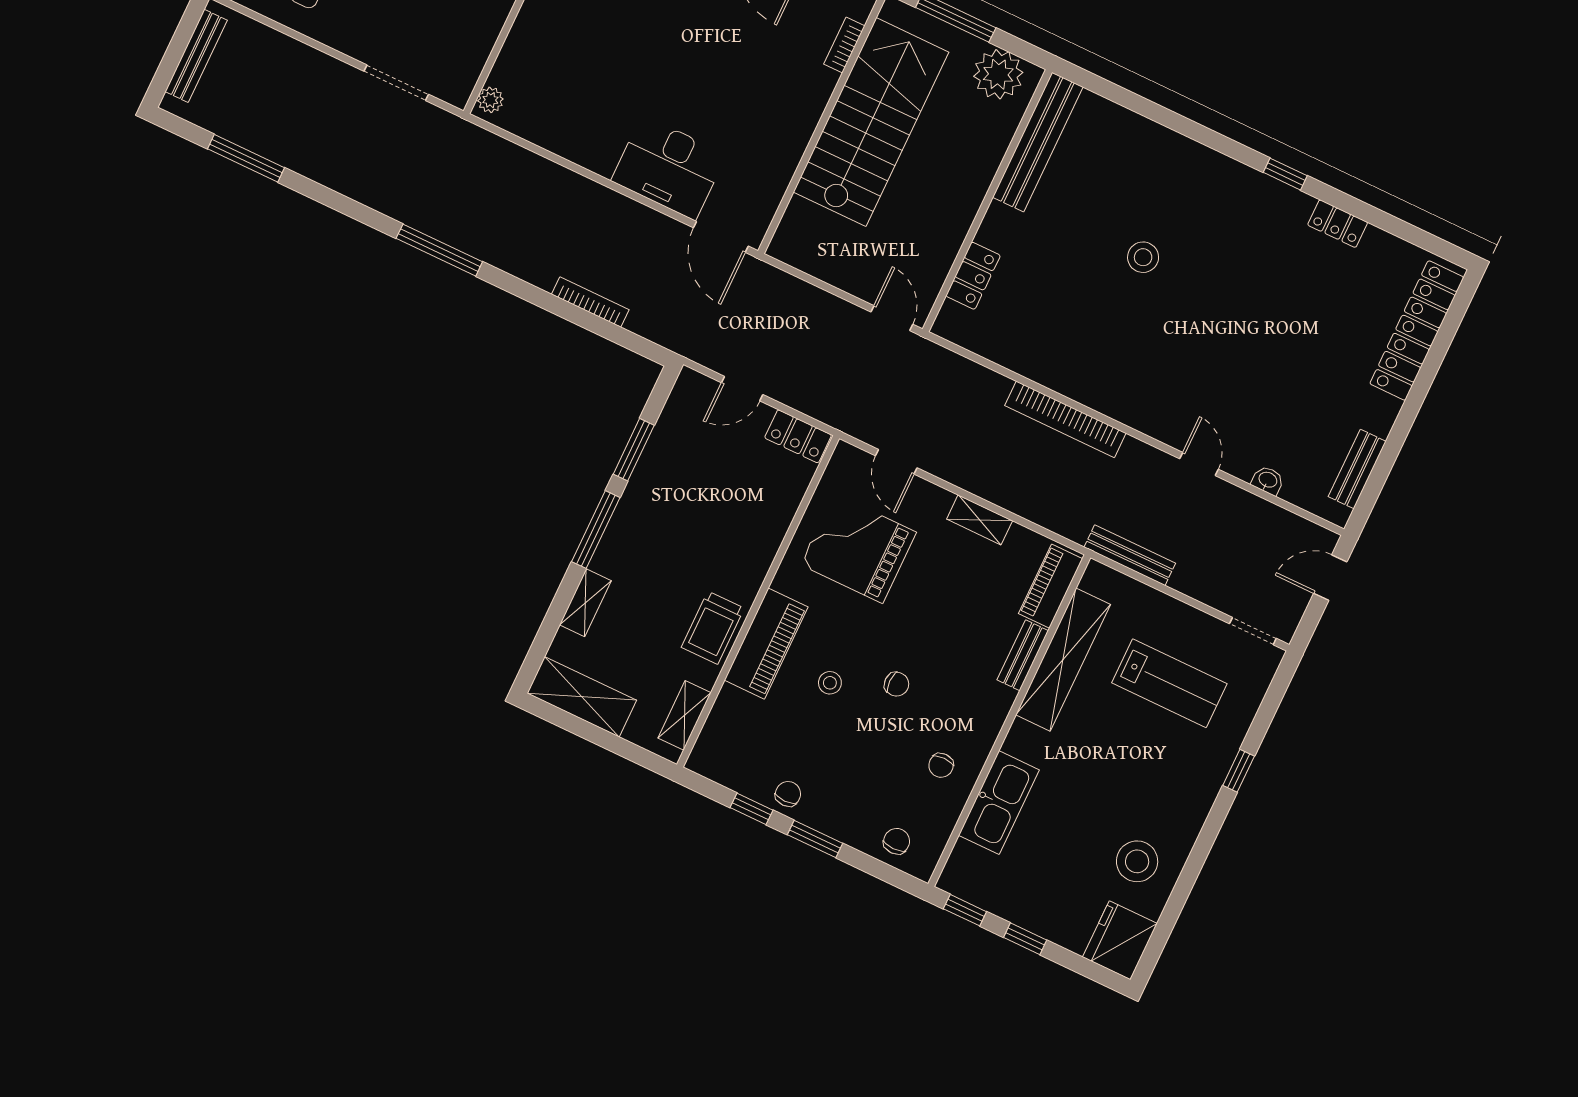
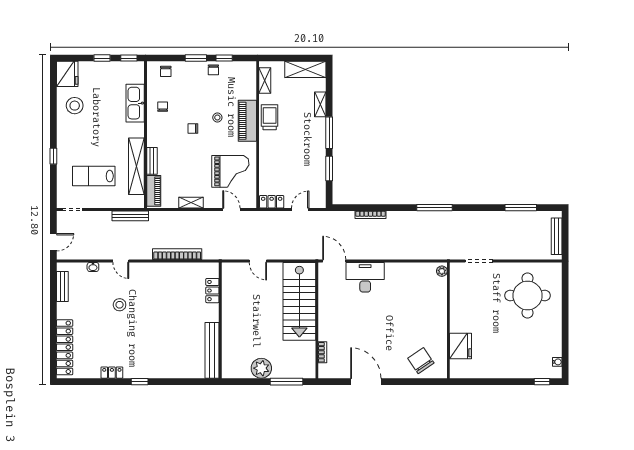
stairs: (871, 122) -> (299, 301), moved
bench: (1038, 142) -> (212, 350), moved
wall: (987, 201) -> (220, 320), moved
stool: (1143, 257) -> (120, 305), moved
locker: (973, 276) -> (212, 291), moved

